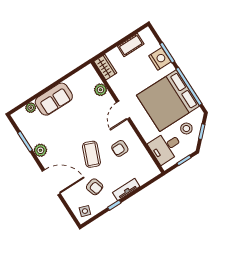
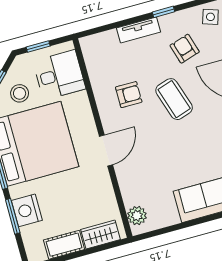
wardrobe: (105, 67) -> (100, 235), moved, turned 90
plant: (101, 90) -> (137, 216), moved
coffee table: (91, 154) -> (174, 99), turned -40

